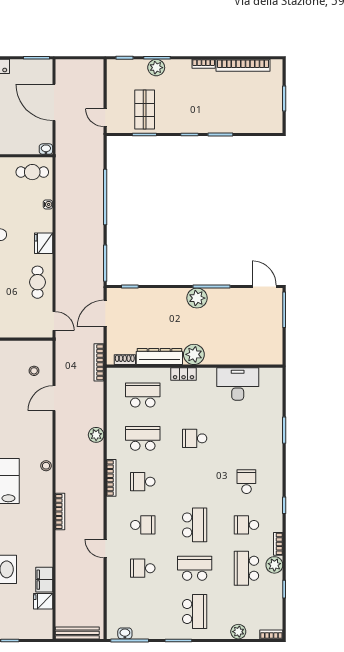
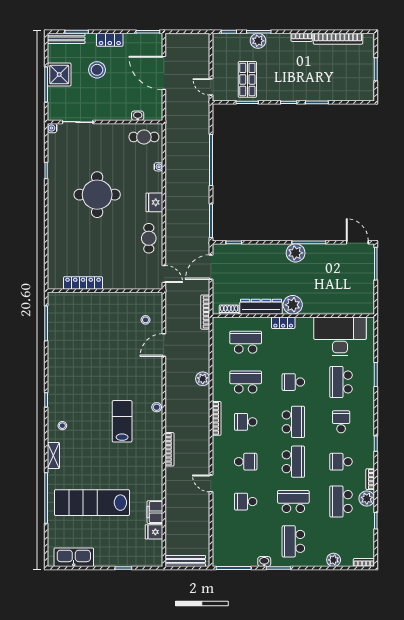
washbasin: (46, 149) -> (138, 116), moved
desk: (238, 384) -> (340, 336), width x1.36, depth x1.30
school desk: (246, 438) -> (341, 382), added
school desk: (195, 482) -> (293, 422), added
school desk: (195, 612) -> (293, 541), turned 180
washbasin: (125, 633) -> (264, 562), moved

